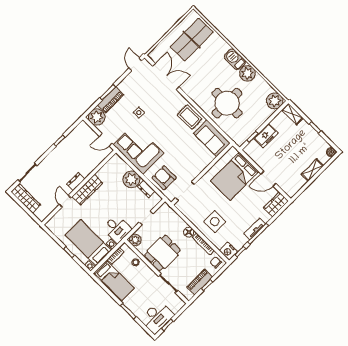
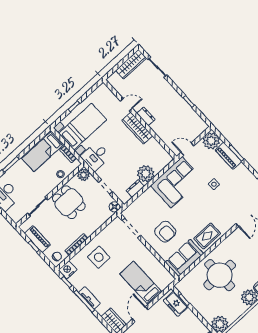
freezer: (266, 136) -> (176, 304), moved
door: (106, 140) -> (187, 149), hinge flipped
bed: (235, 176) -> (141, 283), width x0.67
armchair: (164, 178) -> (165, 232), moved, turned 90
floor lamp: (189, 232) -> (114, 207), moved

